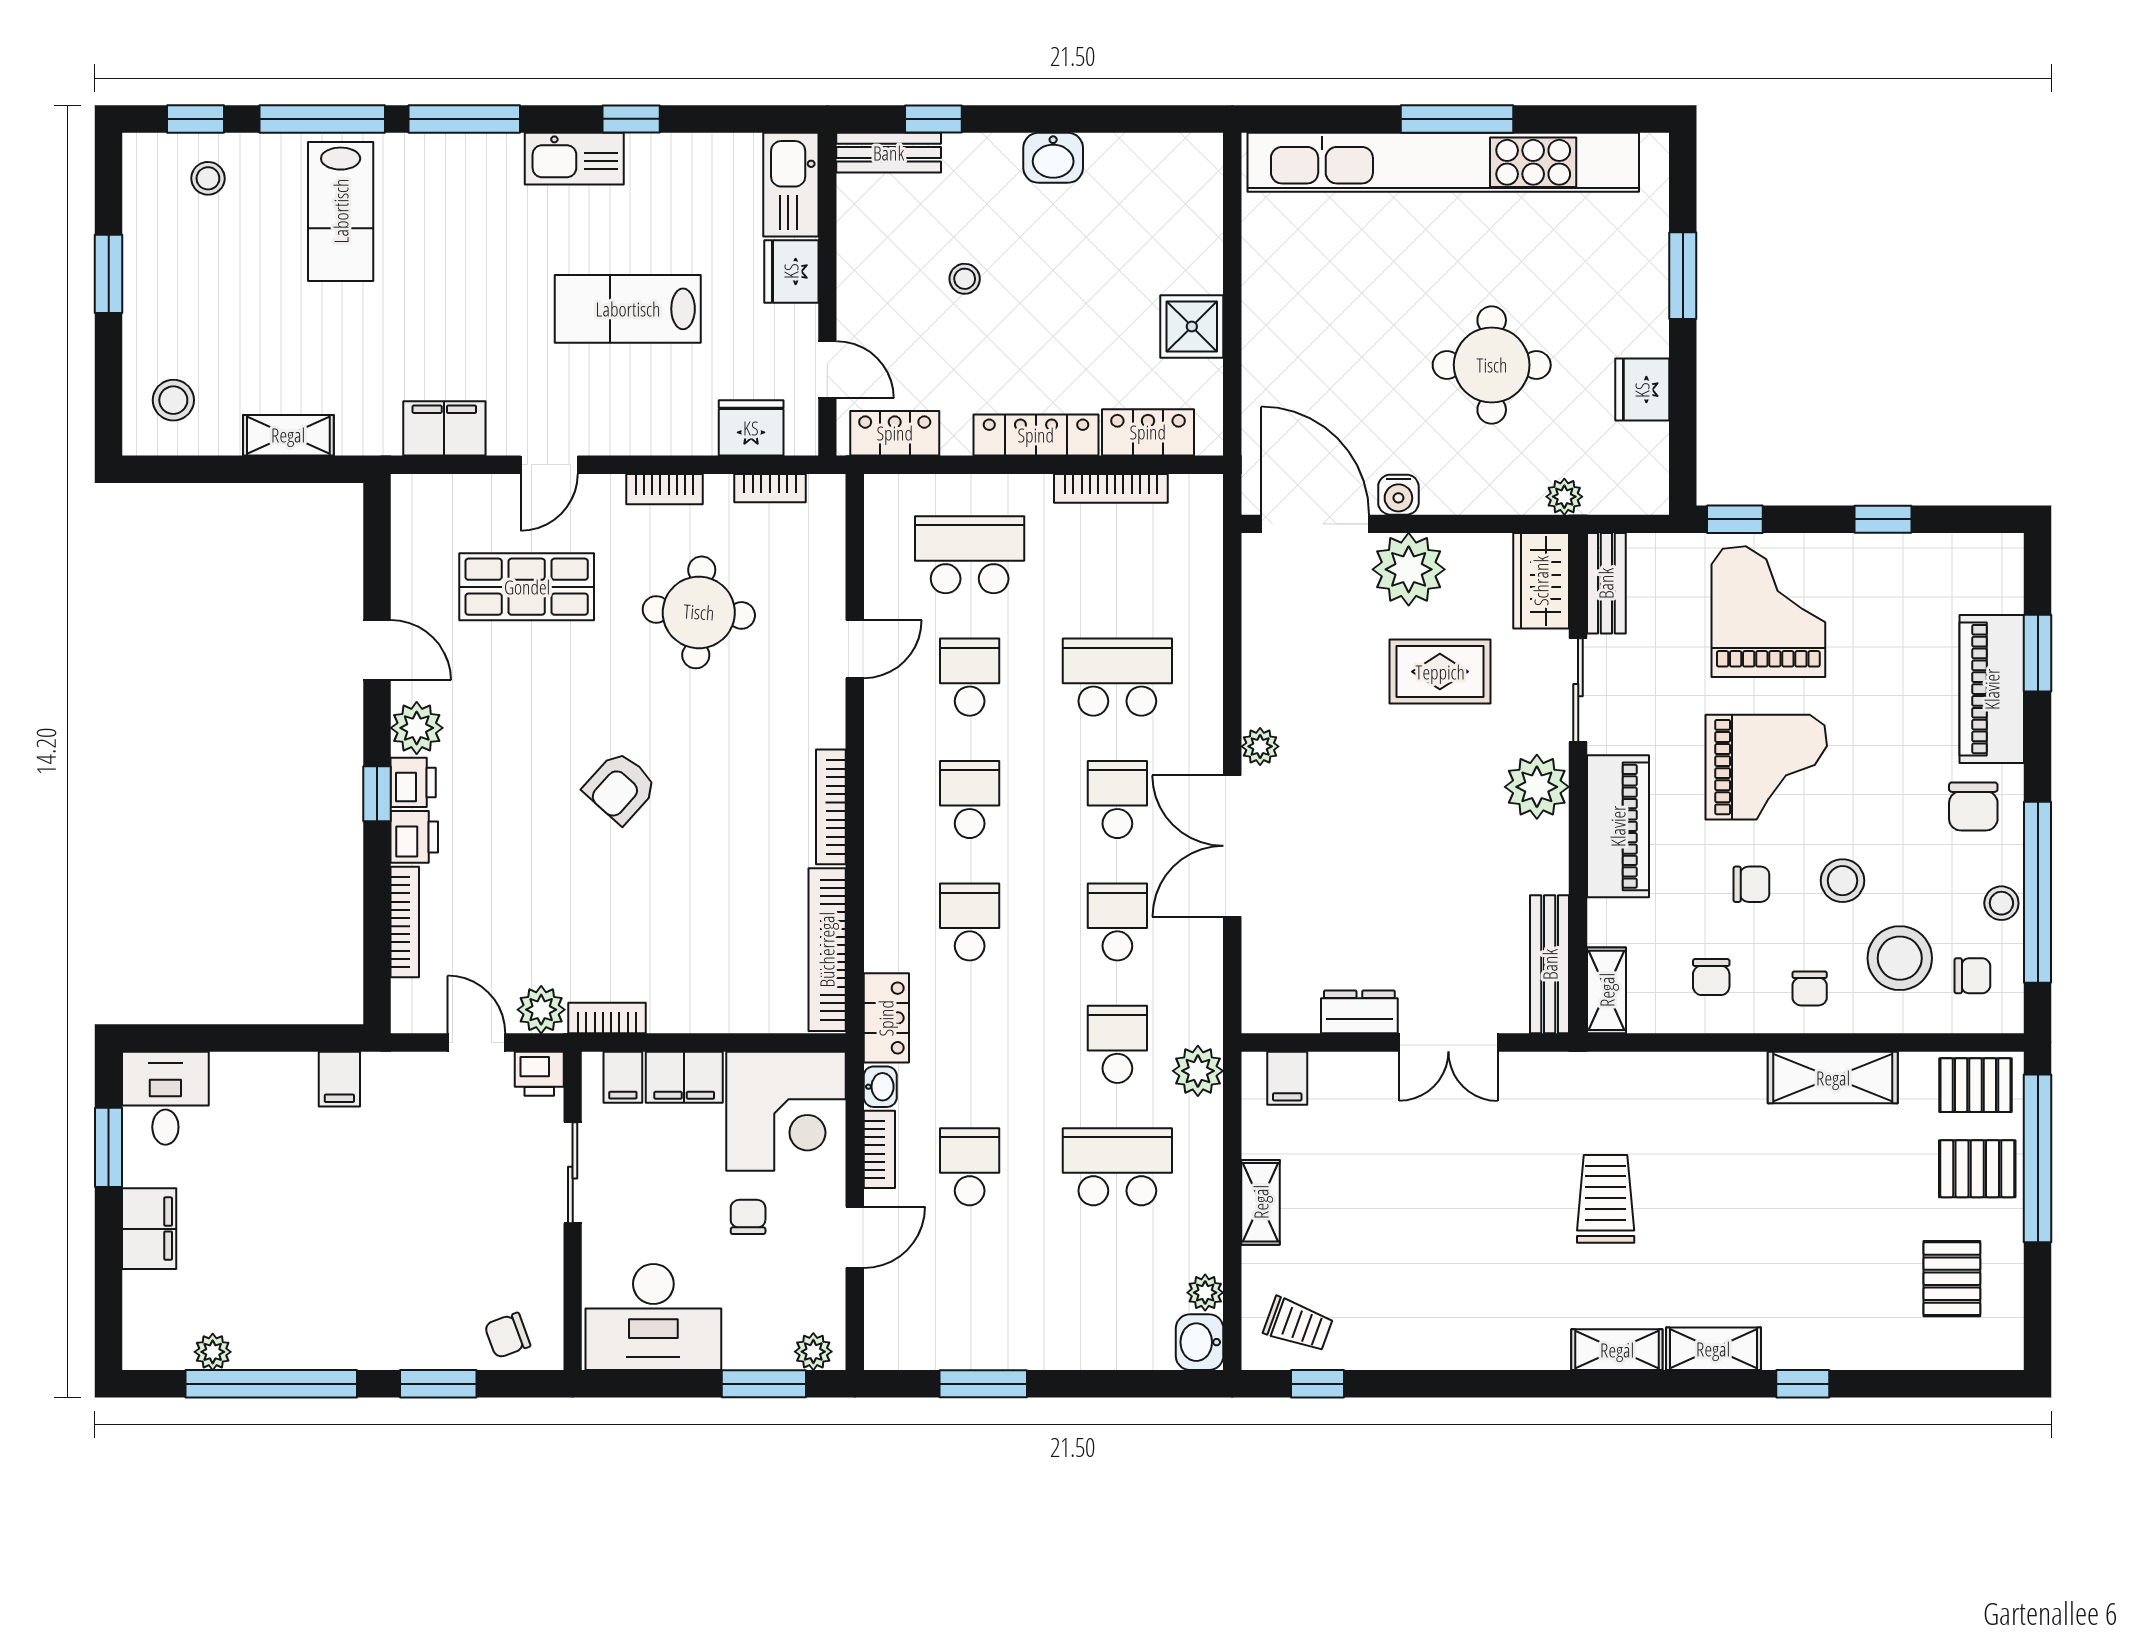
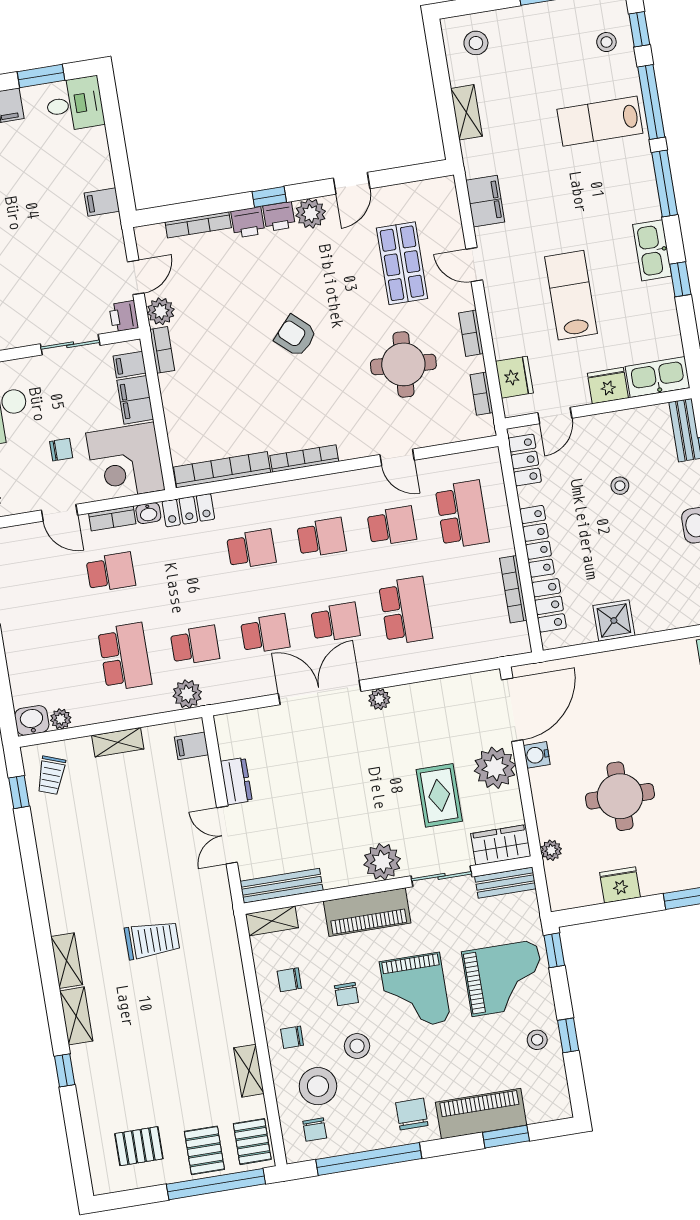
chair: (1973, 806) -> (412, 1114), turned 90
stool: (2001, 903) -> (537, 1040), moved
shelving: (1833, 1078) -> (249, 1071), width x0.67, depth x0.75

